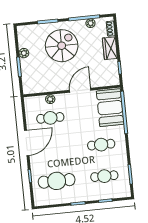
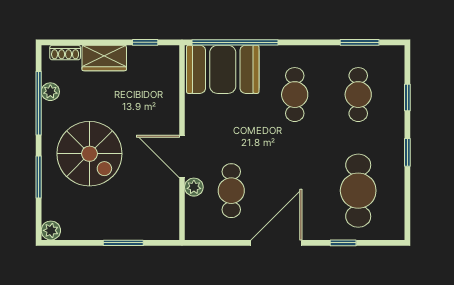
spiral stairs: (62, 46) -> (89, 154), turned 180
plant: (24, 53) -> (51, 230), moved
door: (80, 90) -> (182, 157), moved
door: (27, 143) -> (276, 243), hinge flipped

